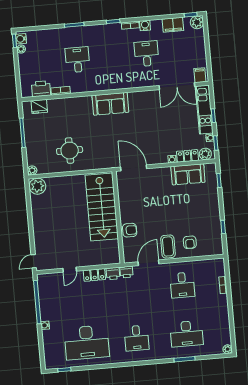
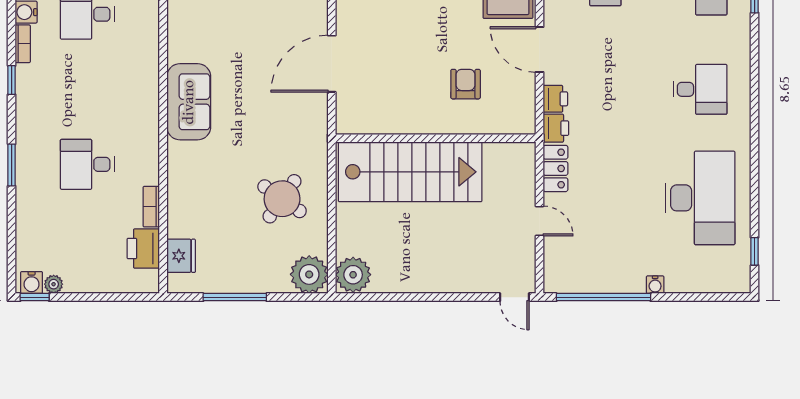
round table: (70, 151) -> (282, 199), turned 35
plant: (32, 170) -> (309, 274), width x1.88, depth x1.88
stairs: (102, 207) -> (410, 172), moved
wall: (118, 217) -> (436, 138), moved

